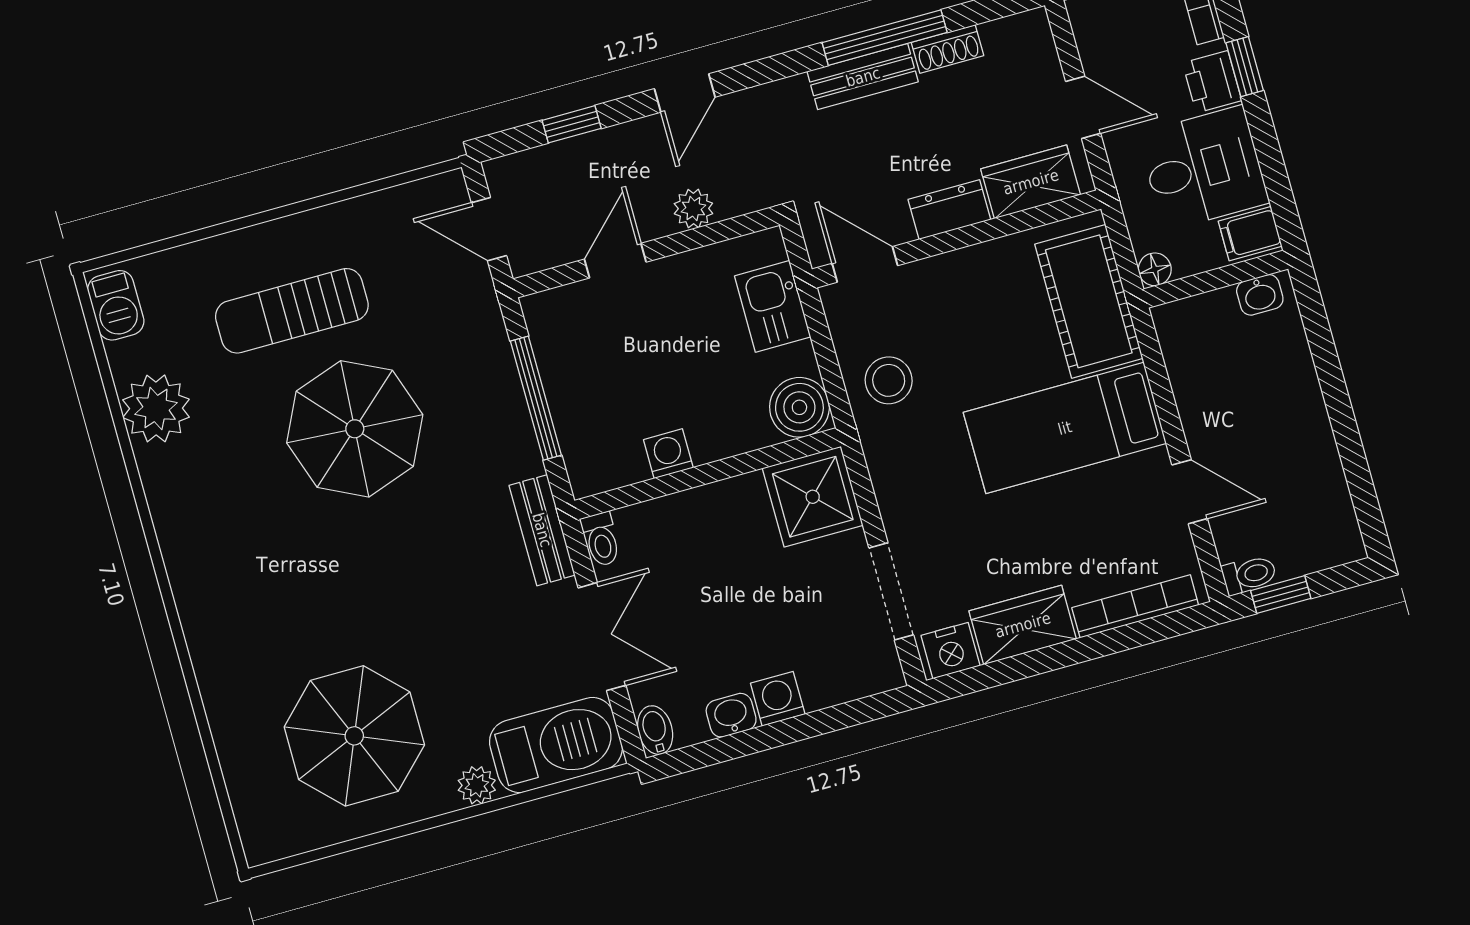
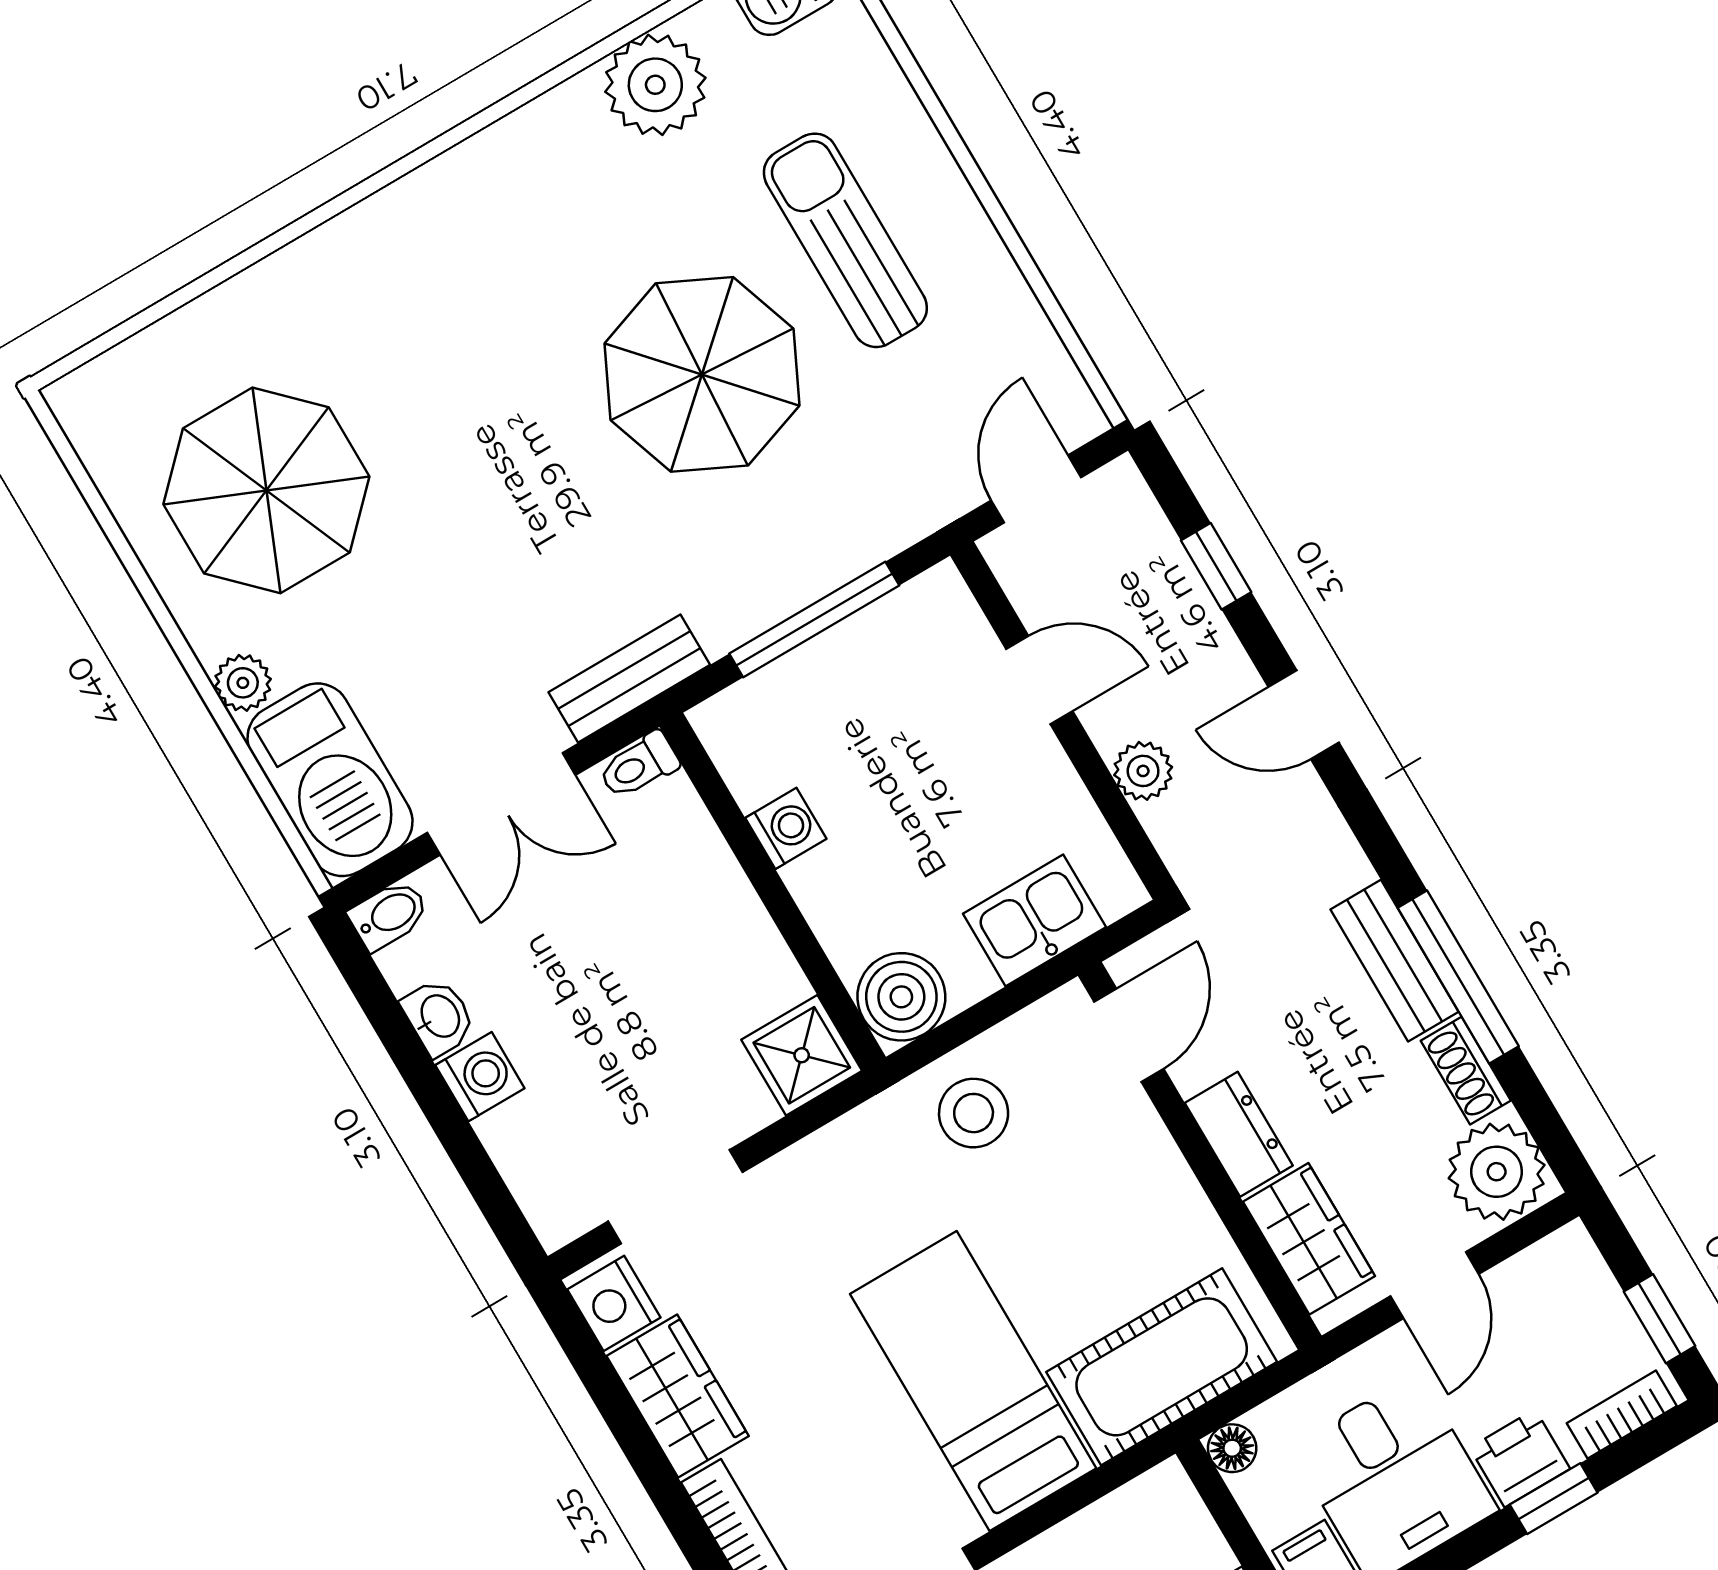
plant: (1019, 47) -> (1497, 1172), added
shower: (813, 497) -> (802, 1055), width x0.73, depth x0.73

